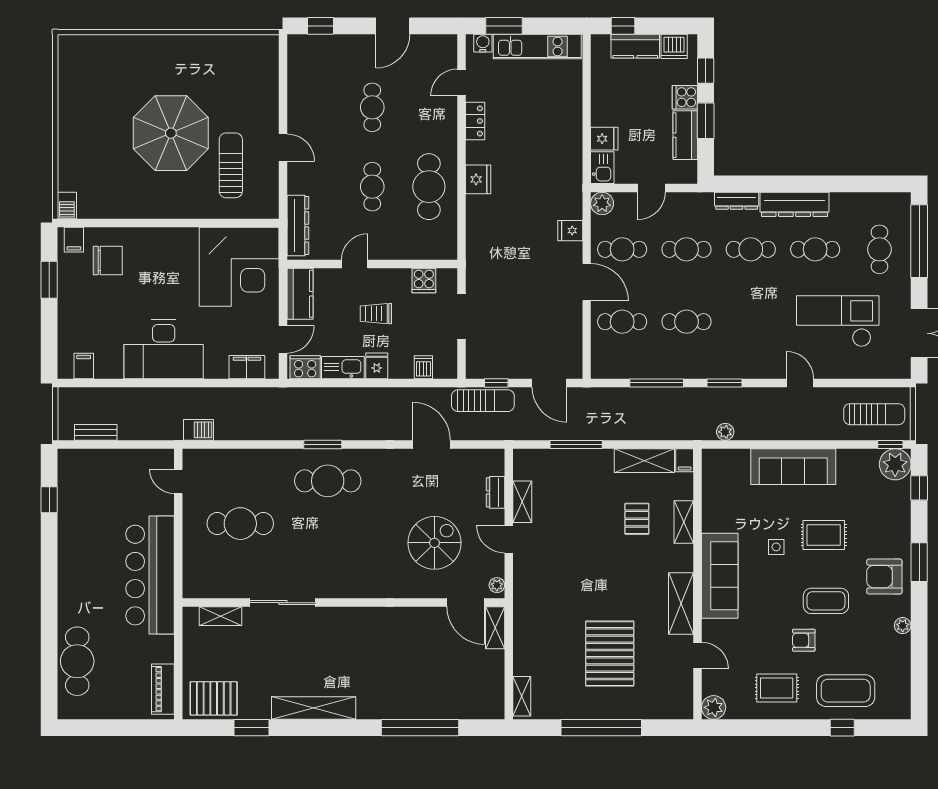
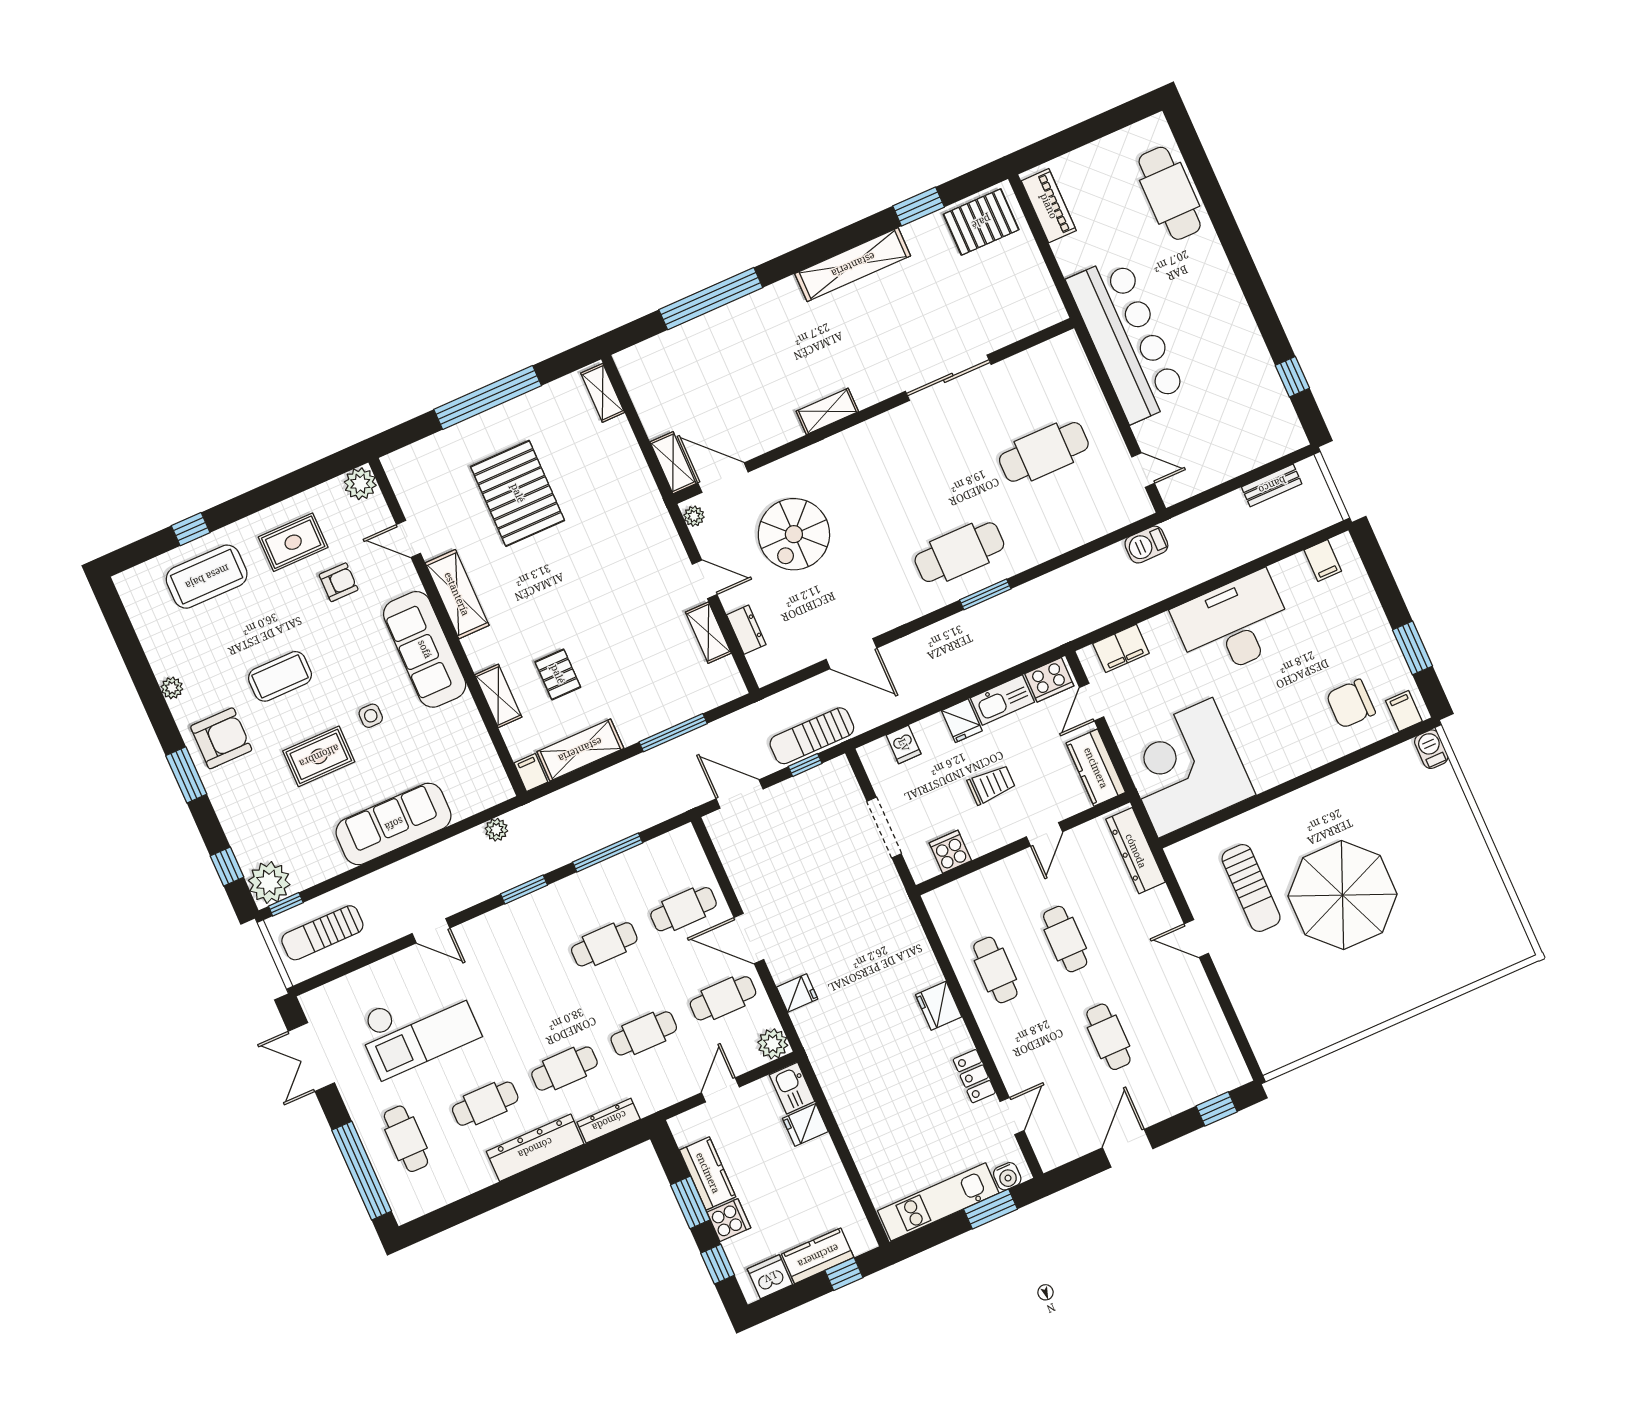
cafe table: (429, 187) -> (995, 970), width x0.73, depth x0.74
shelving: (221, 616) -> (827, 411), moved
armchair: (804, 640) -> (339, 582), moved

